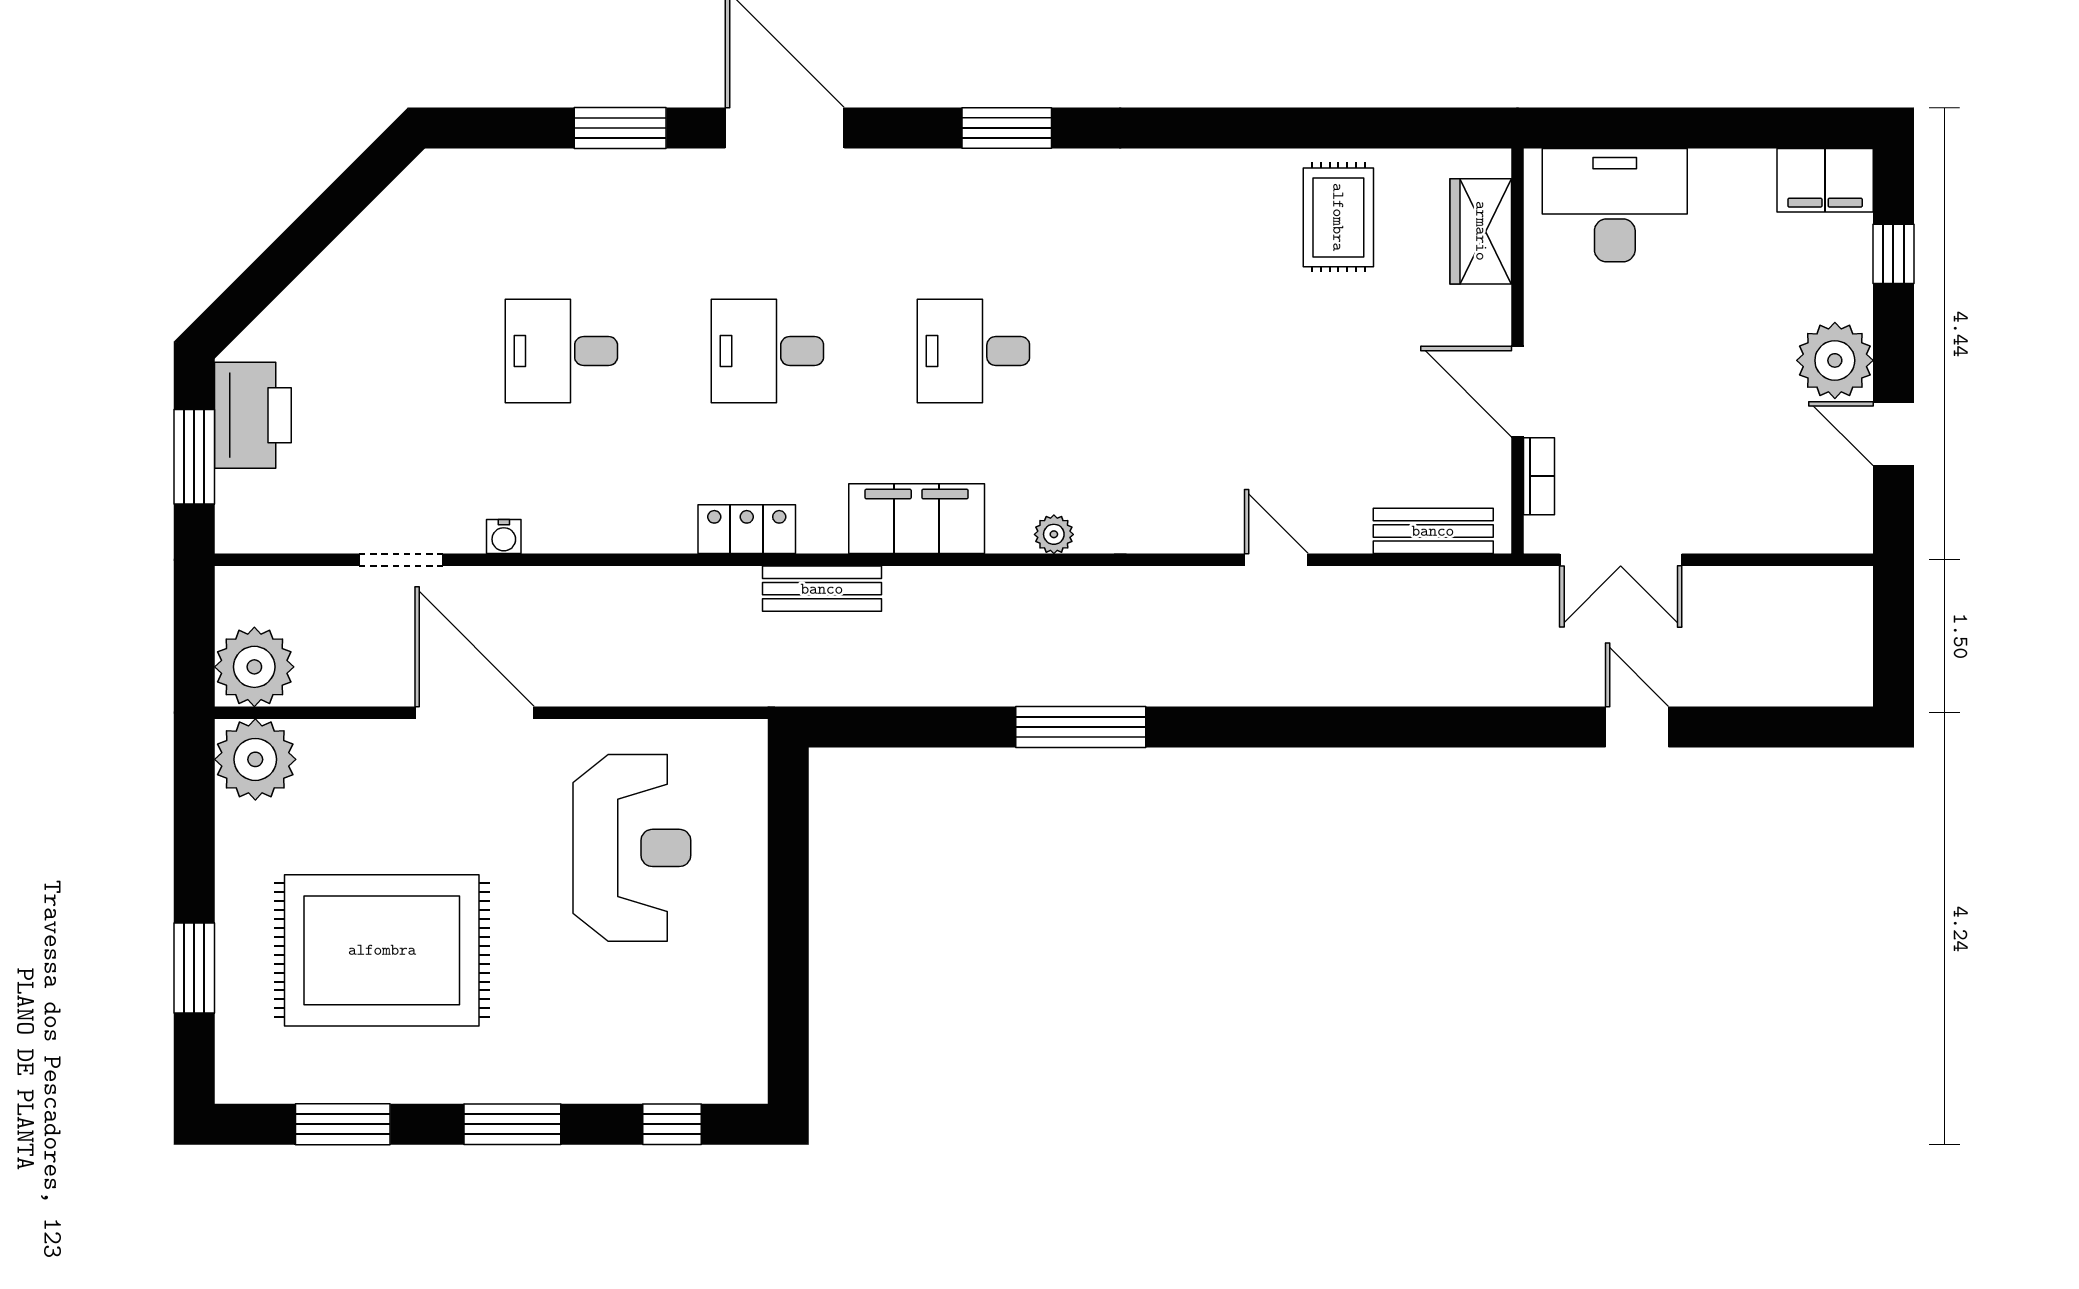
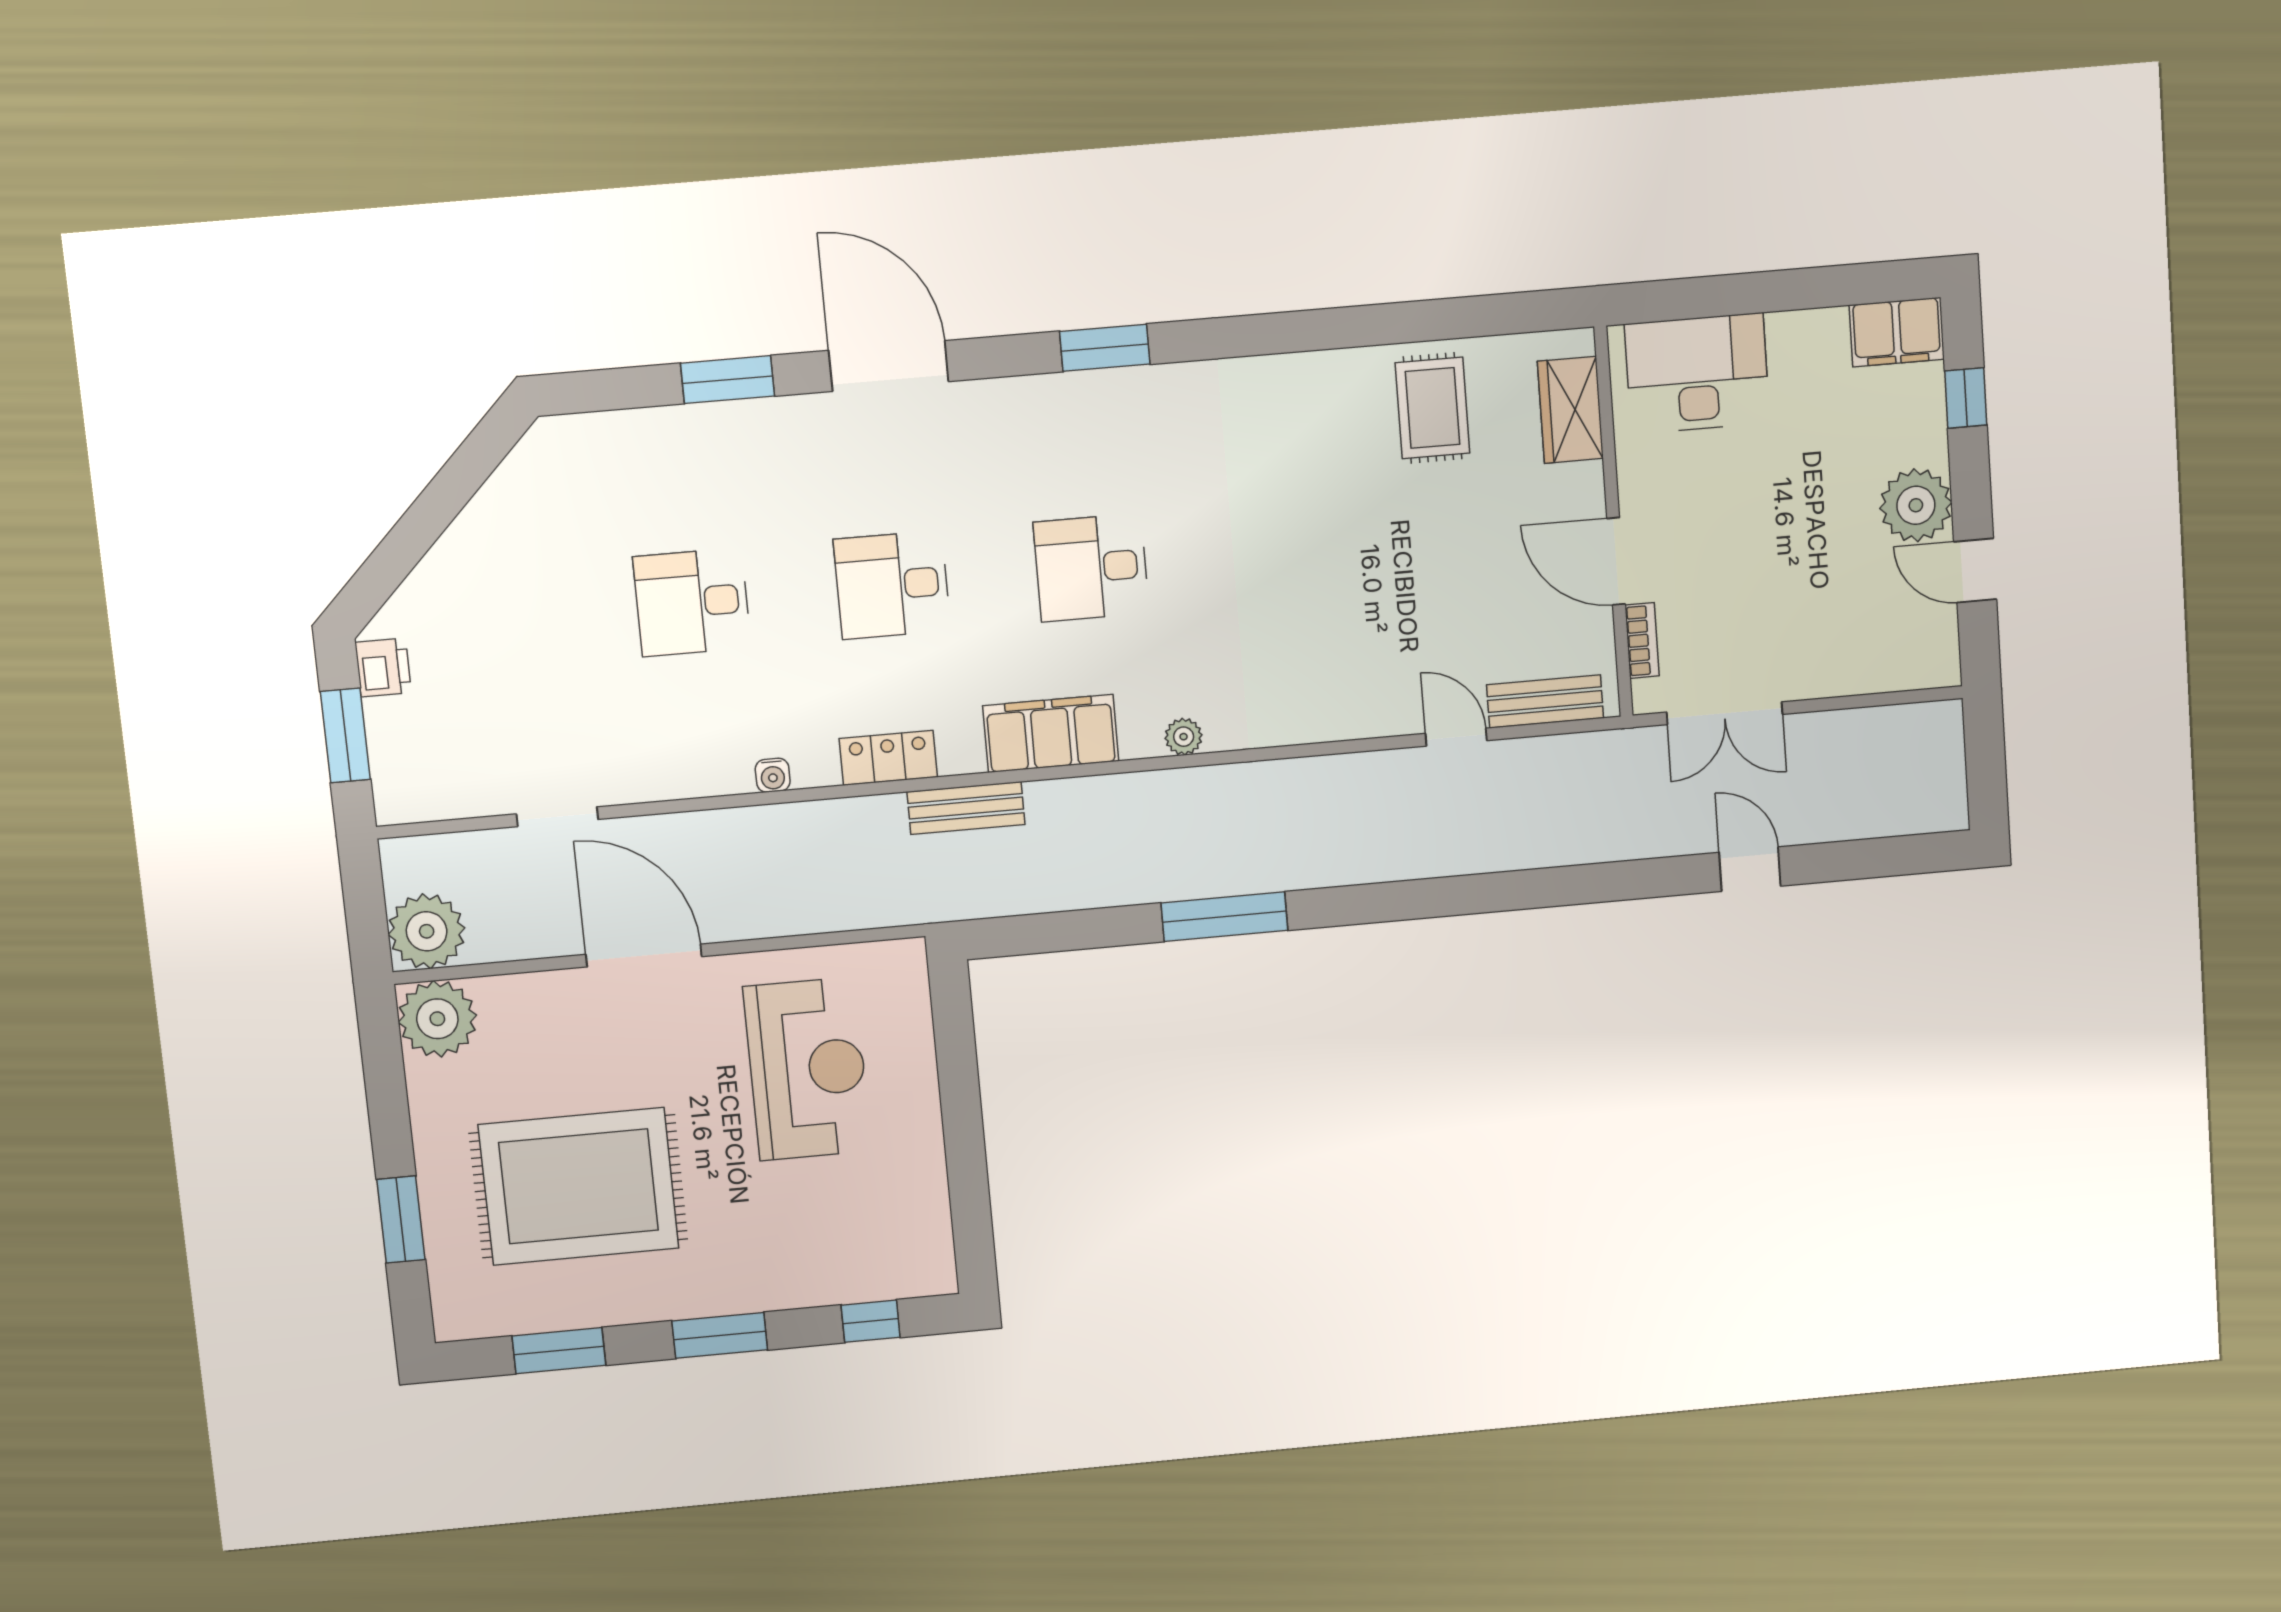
printer: (253, 415) -> (383, 668), width x0.53, depth x0.68
water cooler: (504, 537) -> (773, 775), moved
door: (1276, 560) -> (1456, 737), moved

